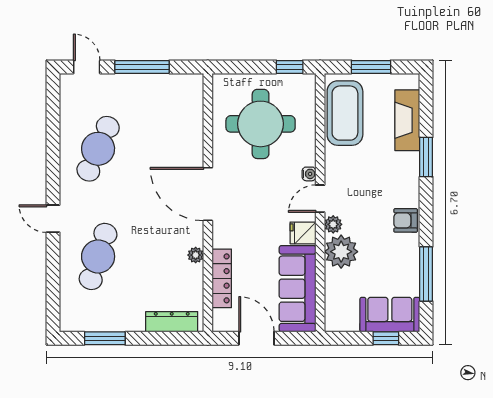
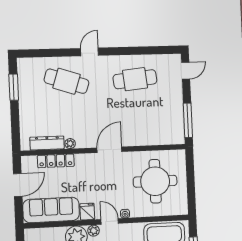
window: (142, 67) -> (188, 120), moved
window: (290, 67) -> (191, 198), removed
cafe table: (98, 149) -> (135, 79), turned -30
door: (208, 194) -> (109, 150), width x0.73
dresser: (172, 322) -> (47, 143), moved, turned -90

